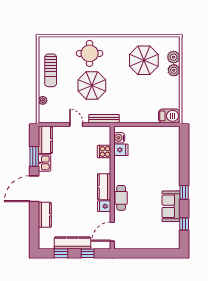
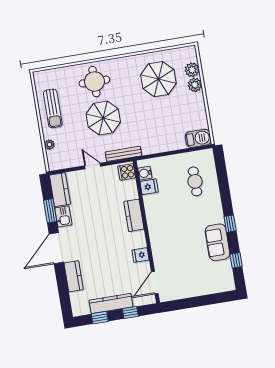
cooker: (104, 152) -> (127, 172), moved
kitchen counter: (104, 187) -> (134, 215), moved
cafe table: (121, 198) -> (195, 181), moved

